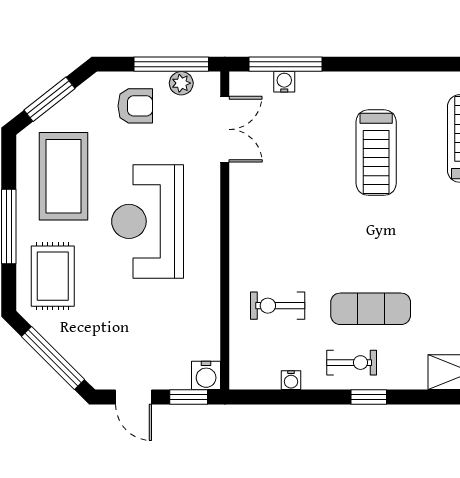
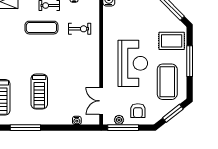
window: (286, 64) -> (25, 128), moved
armchair: (135, 106) -> (138, 111), turned -90
treadmill: (376, 153) -> (39, 91), turned 180
rug: (53, 276) -> (172, 41), turned 90

